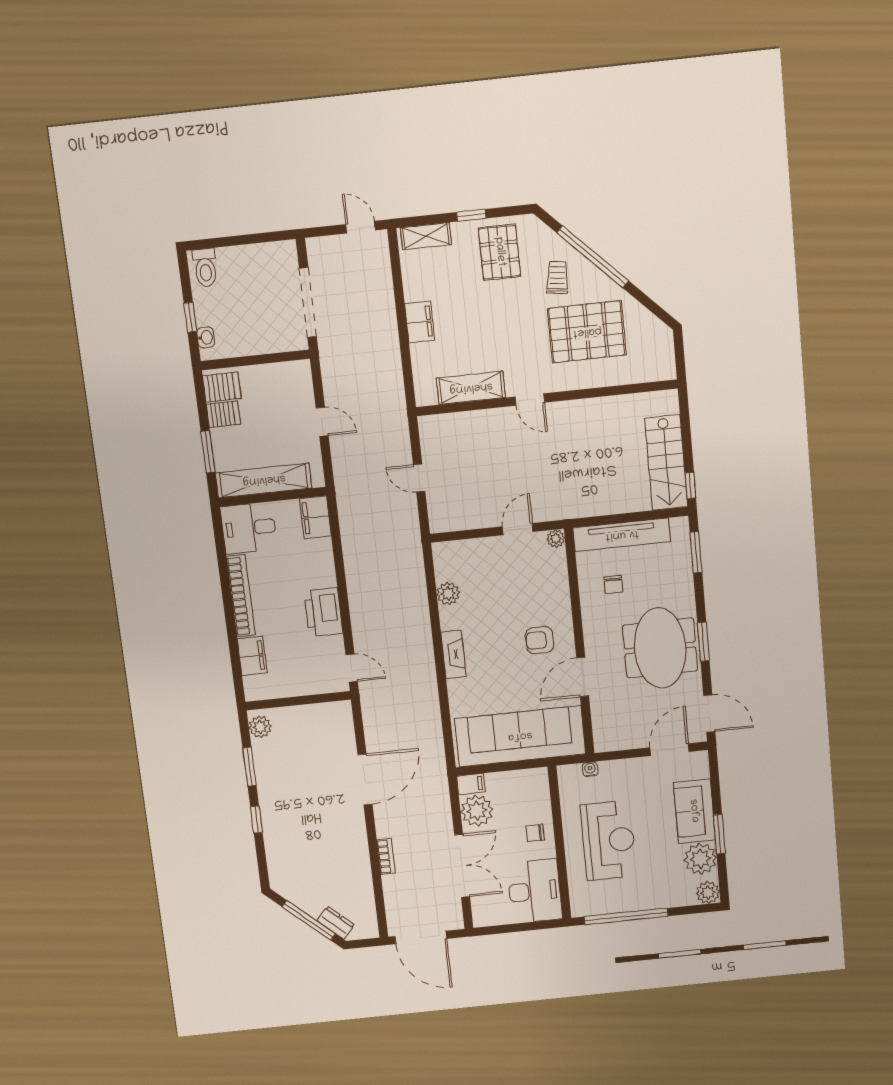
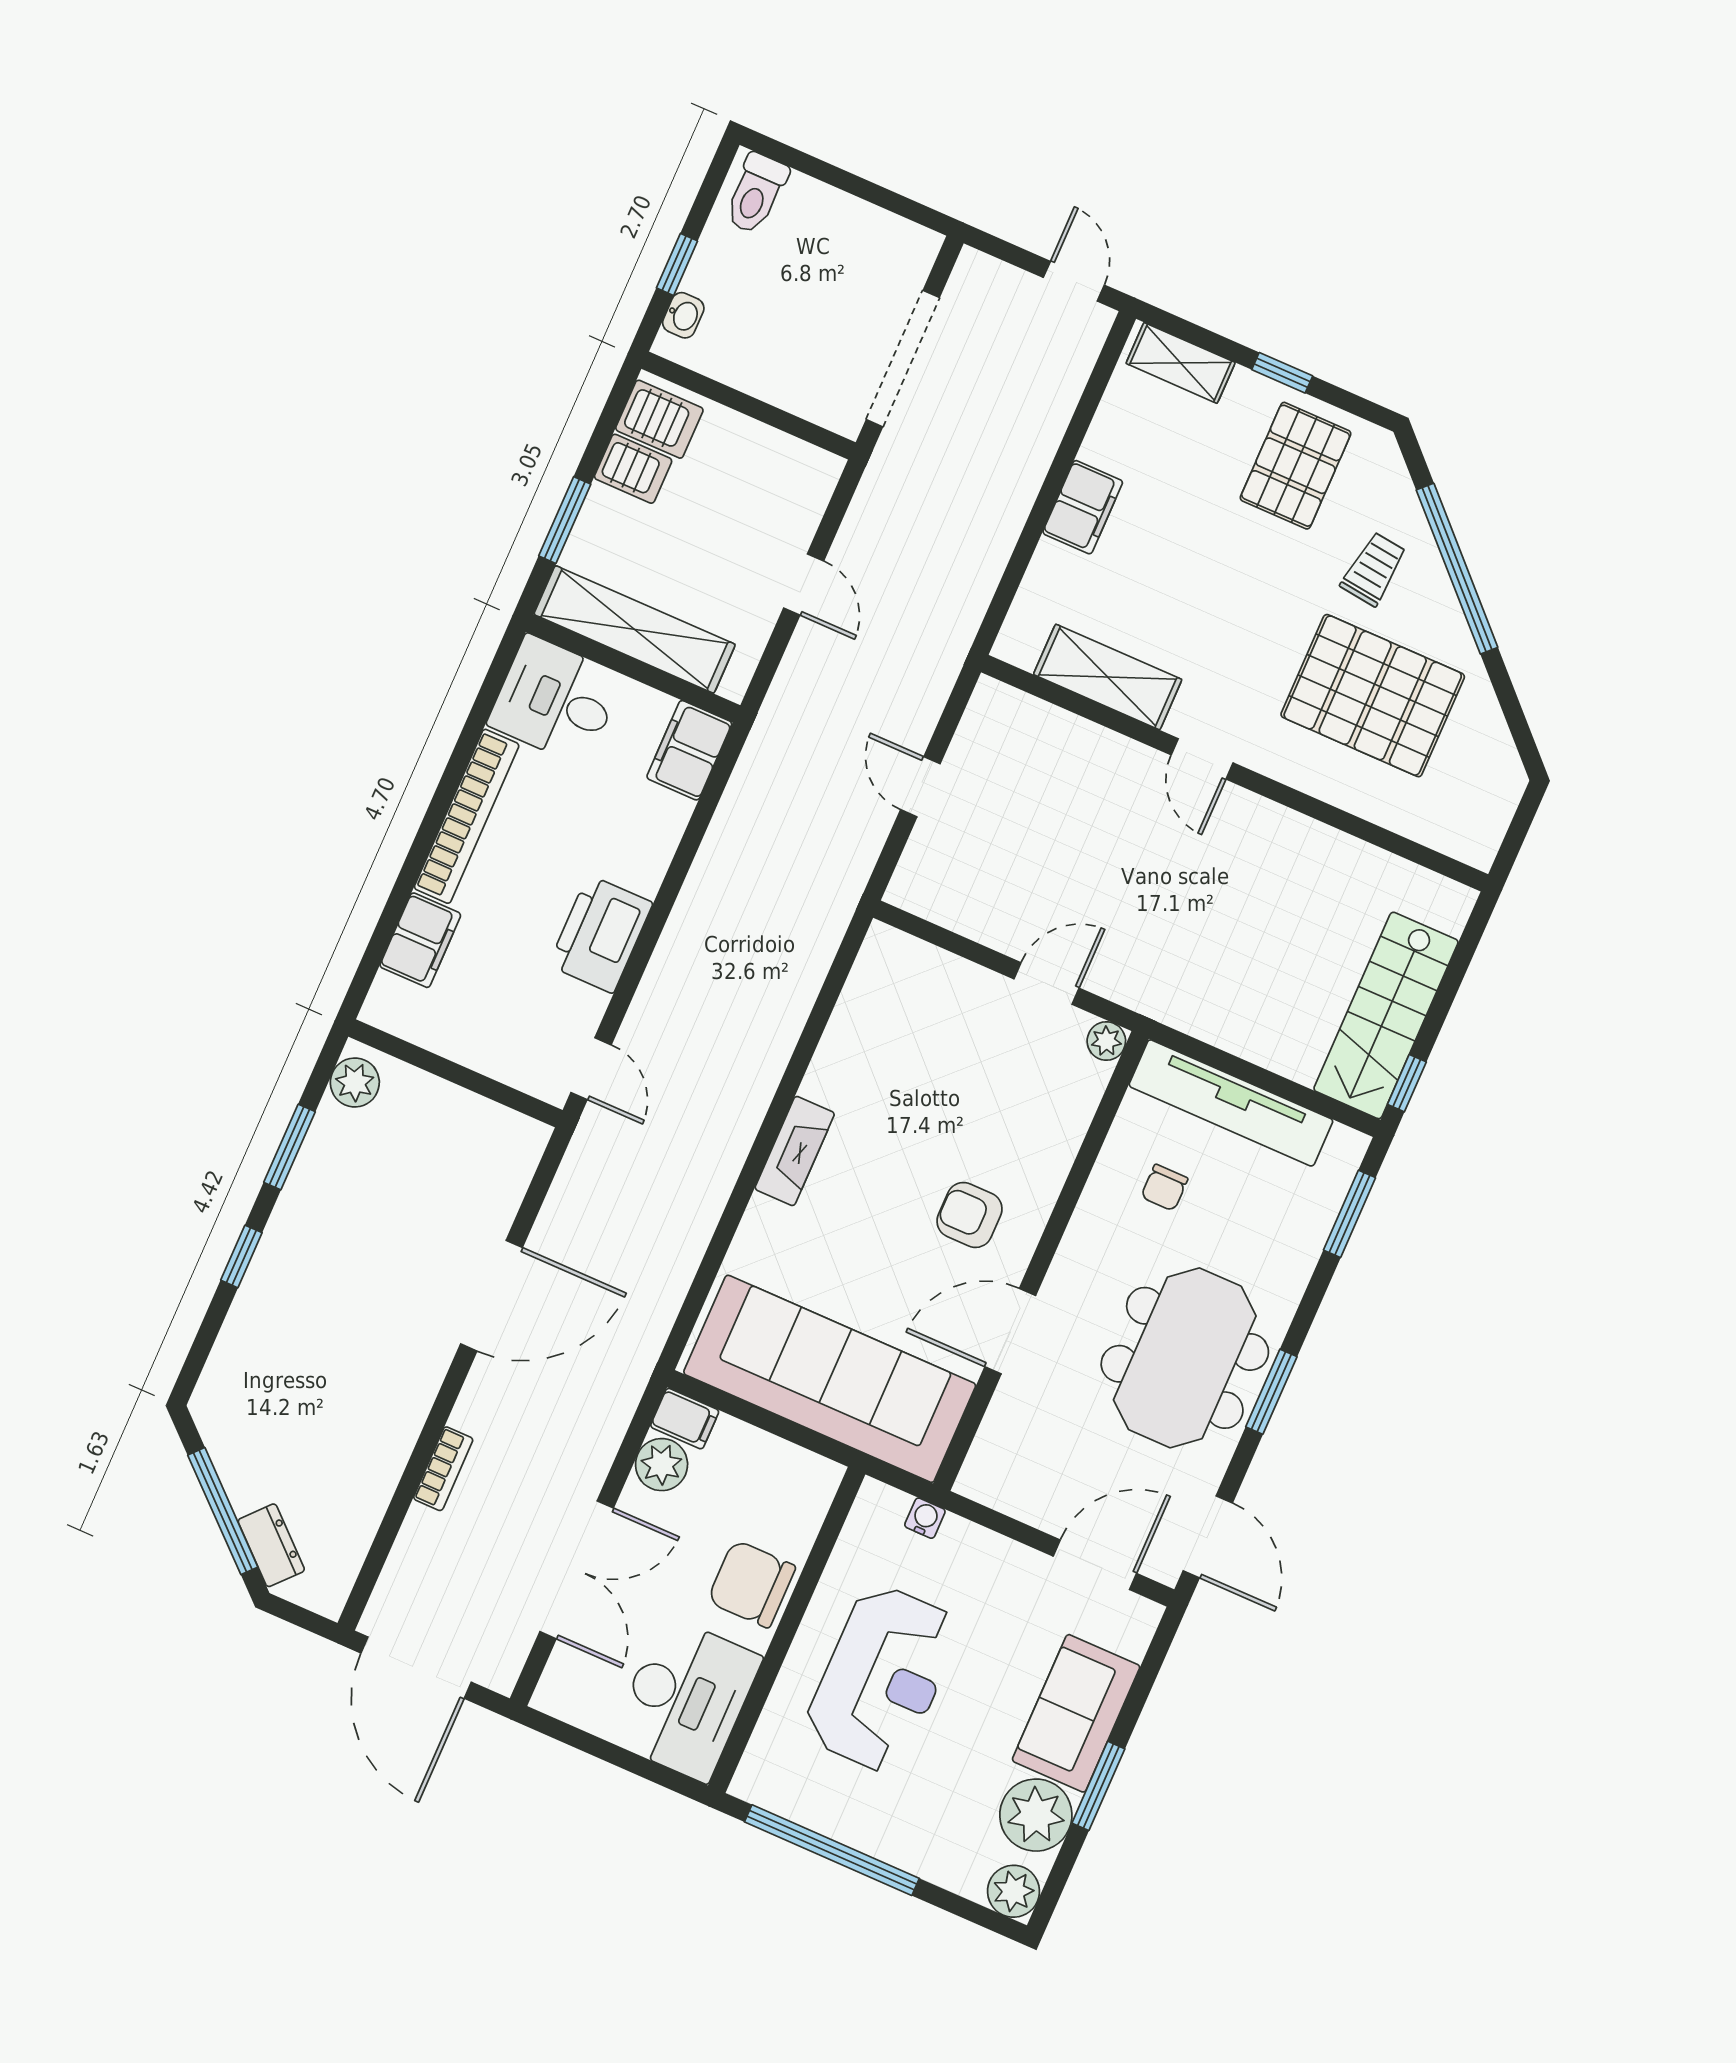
plant: (448, 594) -> (851, 1031), removed
plant: (477, 811) -> (662, 1465), width x0.73, depth x0.73
chair: (535, 833) -> (751, 1584), width x1.87, depth x1.87

